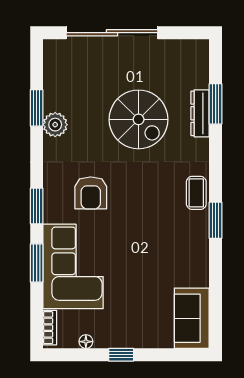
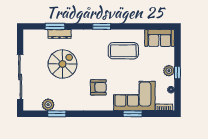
plant: (55, 125) -> (48, 105), moved
coffee table: (196, 193) -> (123, 51), moved, width x1.86, depth x1.72
window: (37, 206) -> (105, 114), removed
window: (216, 220) -> (102, 26), moved
plant: (125, 337) -> (169, 71), added

